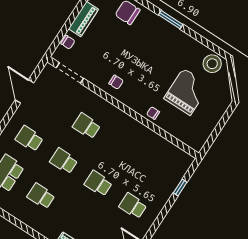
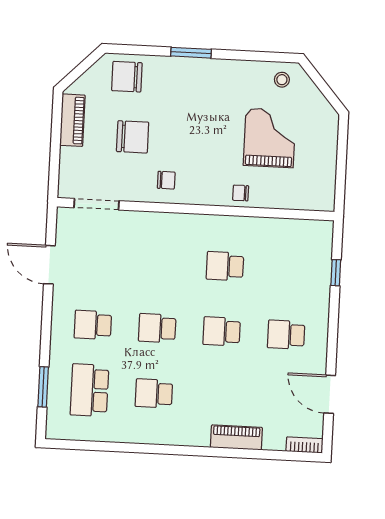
chair: (68, 42) -> (133, 137), moved, width x1.87, depth x1.87
stool: (212, 64) -> (282, 80), width x0.53, depth x0.53
school desk: (86, 126) -> (225, 266), moved

